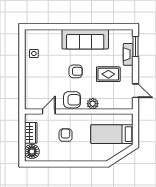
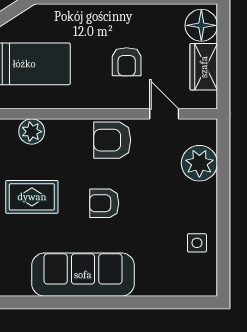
plant: (33, 89) -> (199, 163), added
plant: (93, 104) -> (32, 132), moved
door: (49, 112) -> (164, 114), swing flipped

